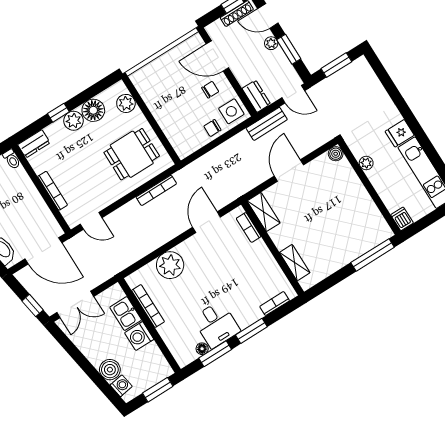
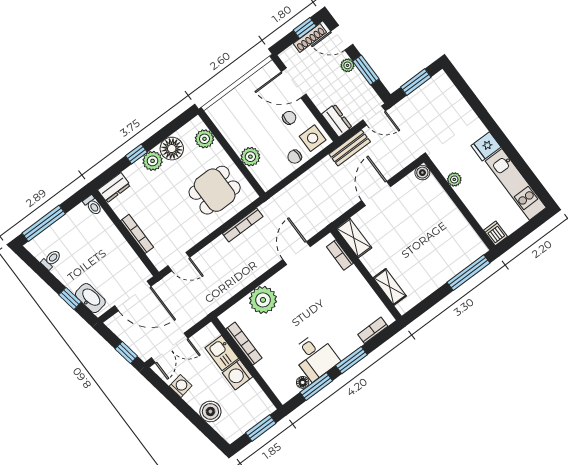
plant: (169, 124) -> (250, 157), added
washing machine: (121, 386) -> (181, 386), moved

